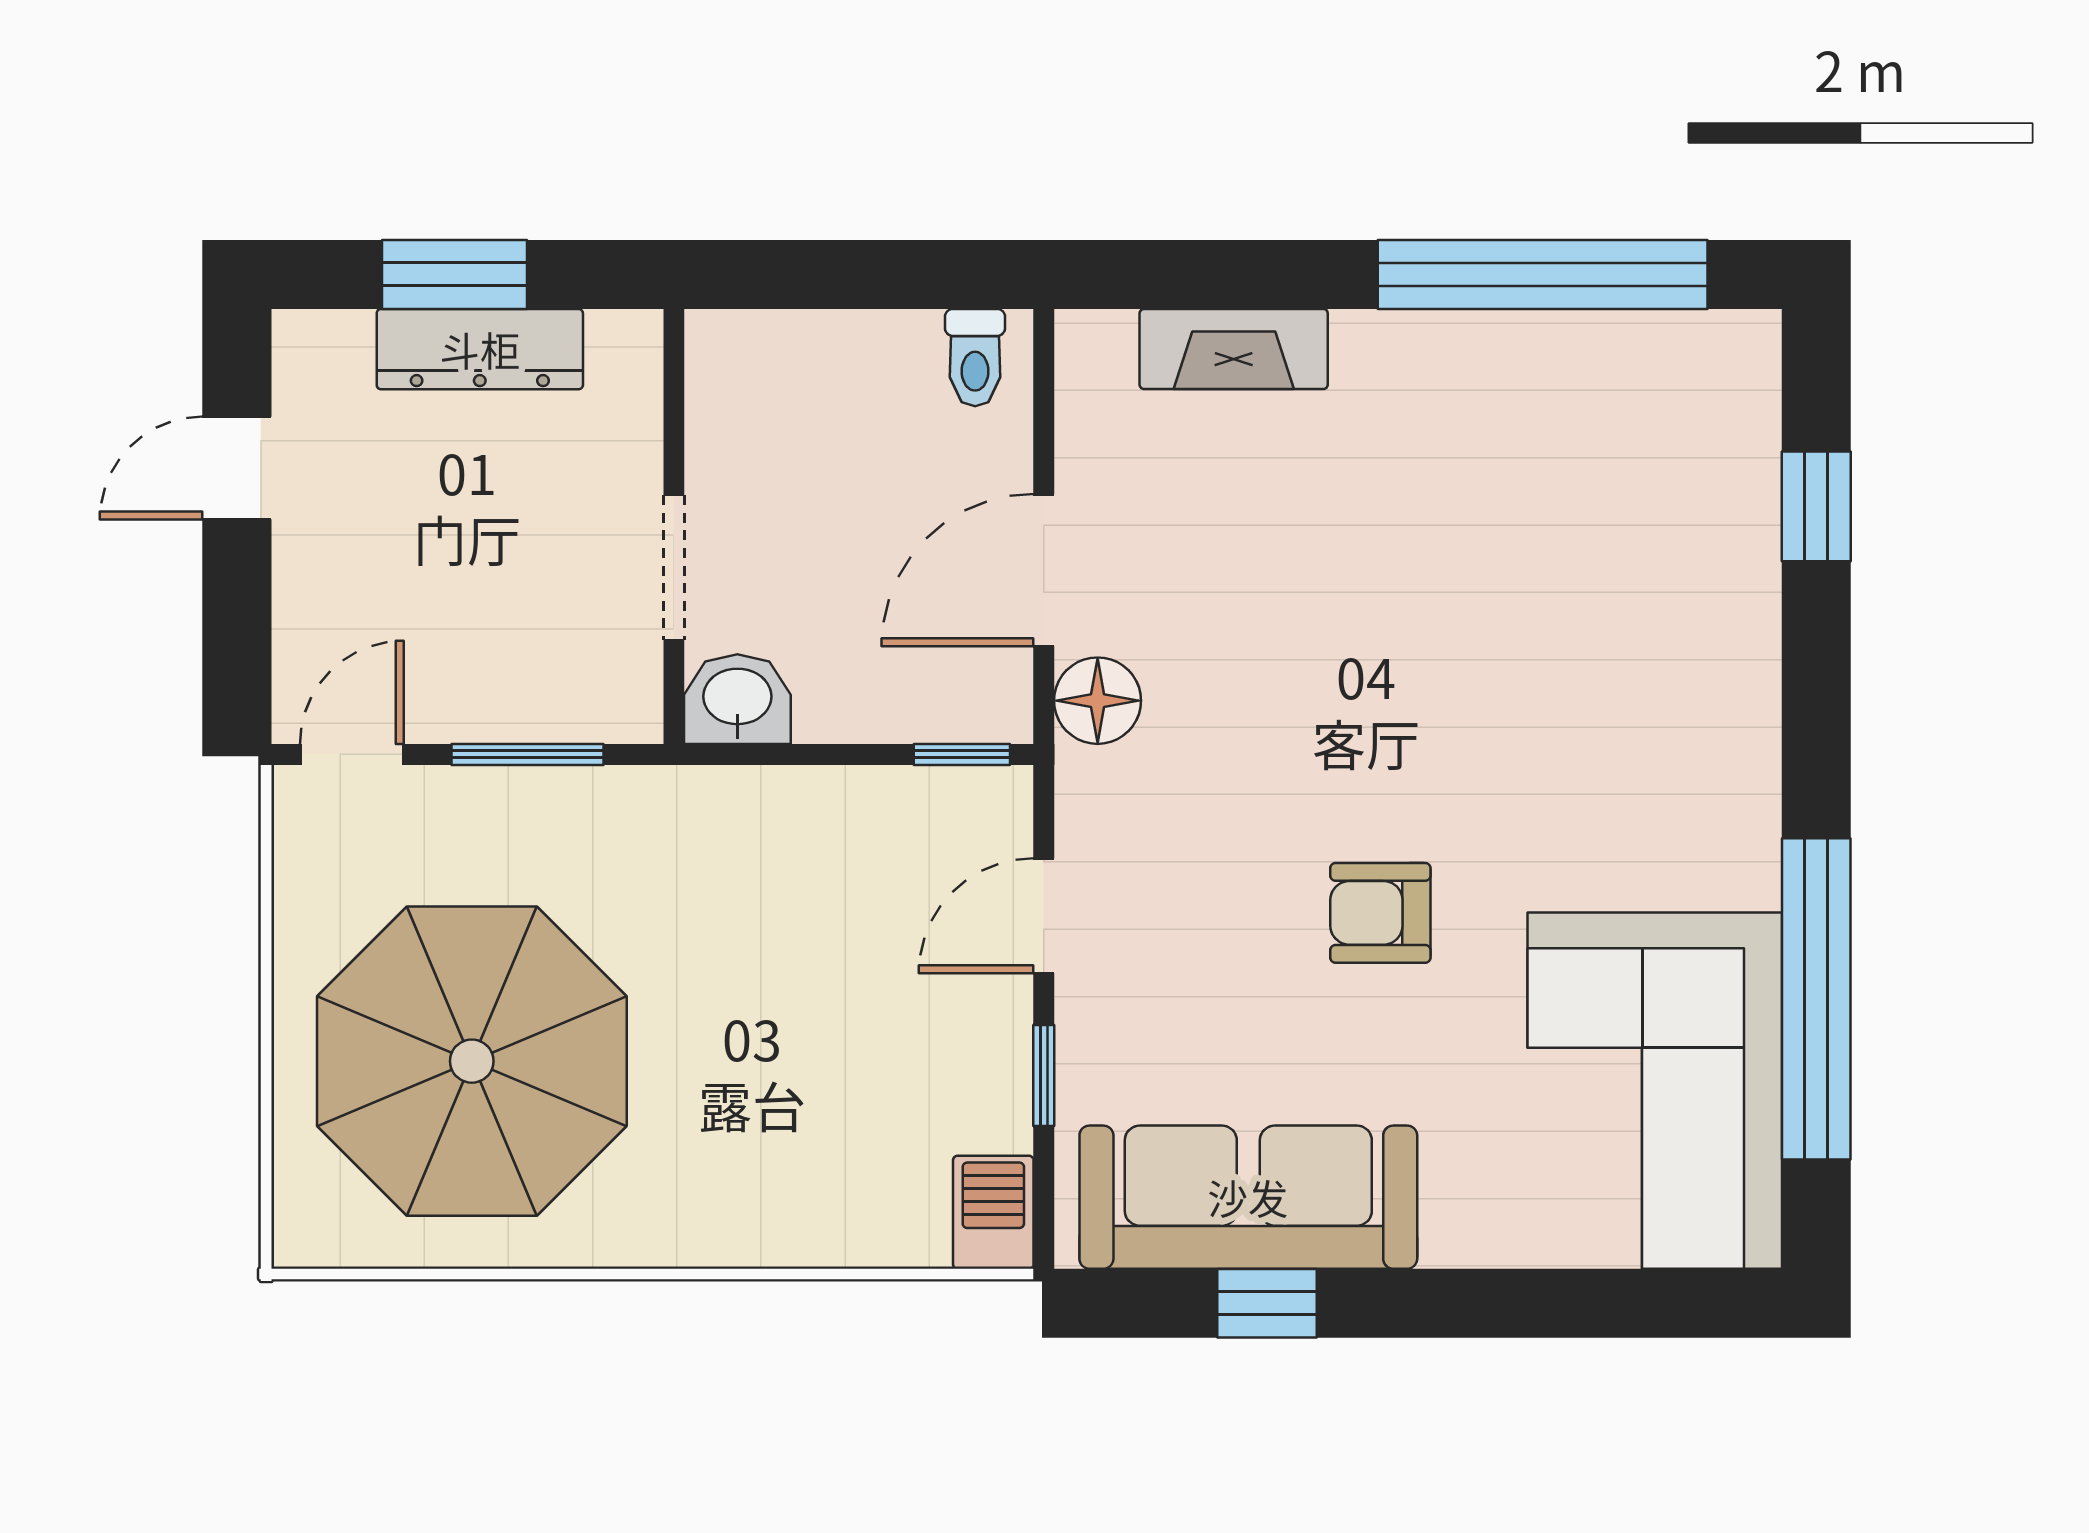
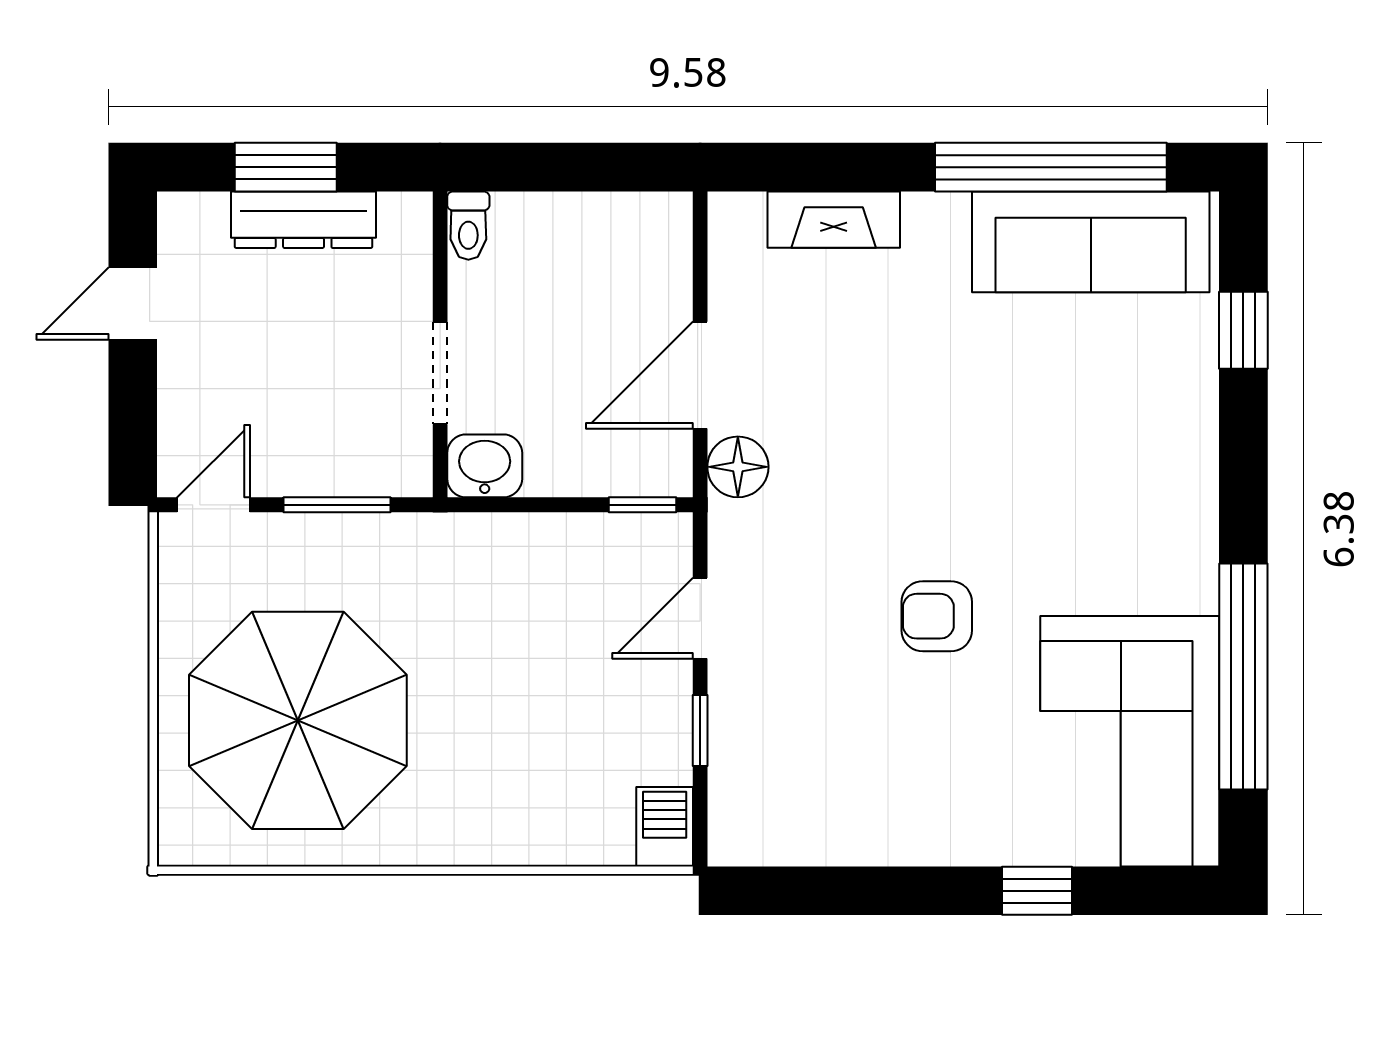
toilet: (975, 358) -> (468, 226), moved
sofa: (1248, 1197) -> (1091, 242), moved, turned 180
window: (1267, 1303) -> (1037, 891), moved

